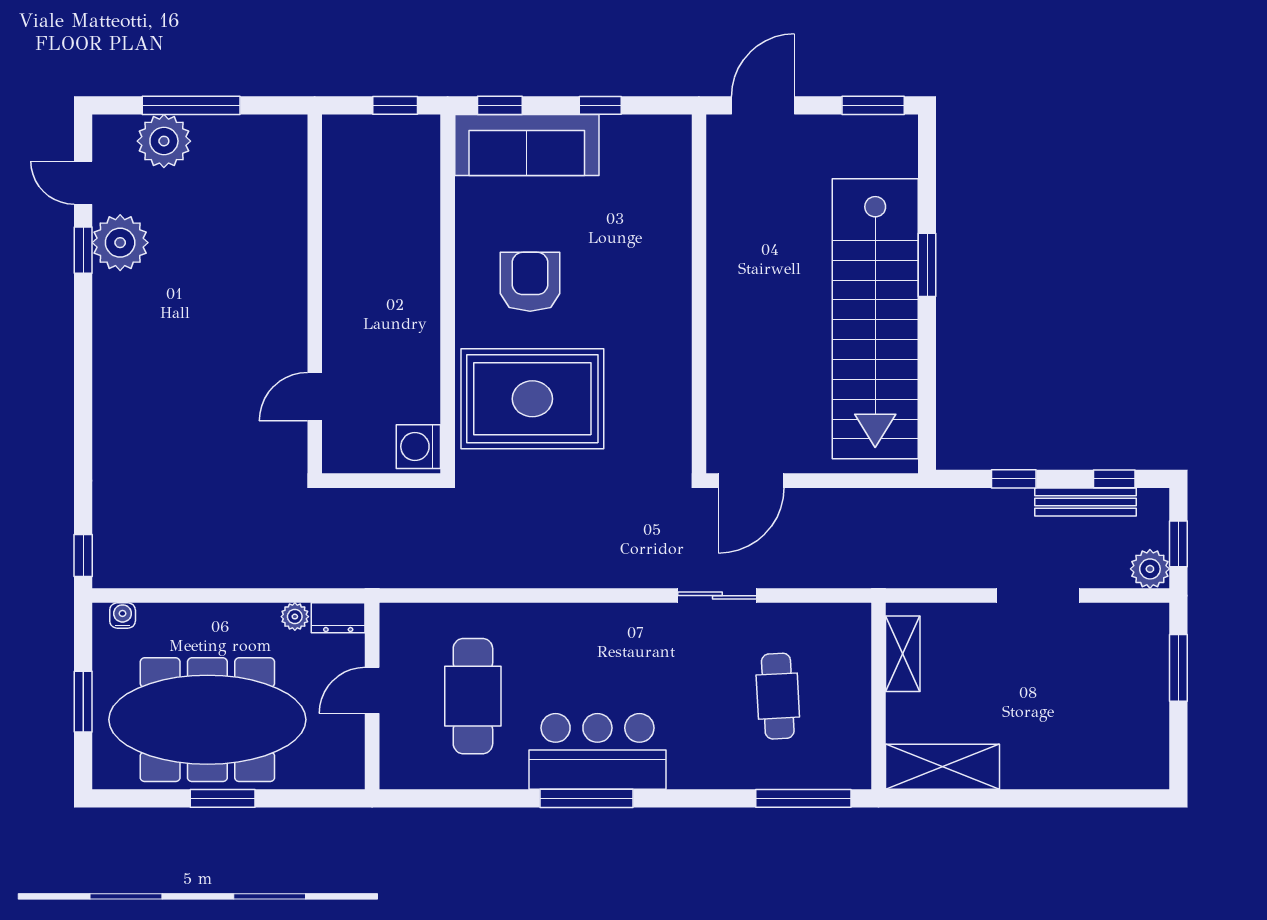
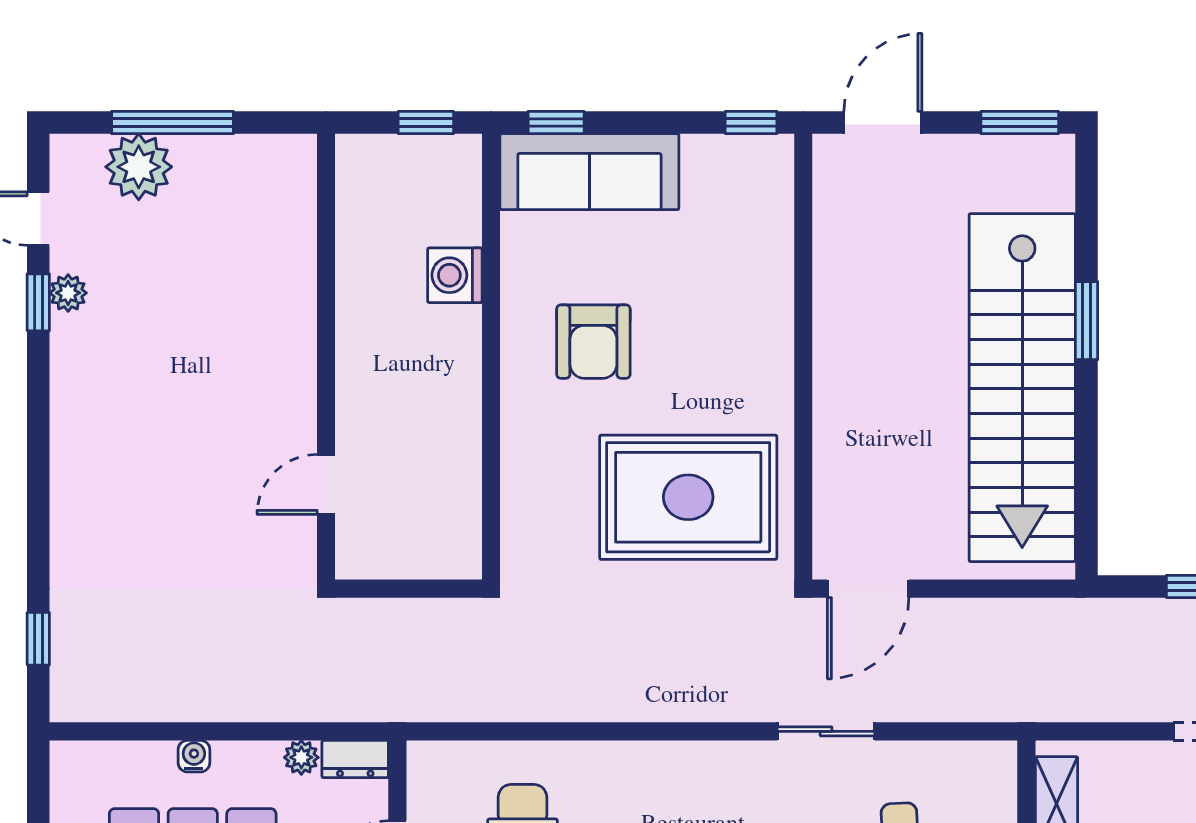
window: (600, 105) -> (751, 123), moved
plant: (120, 243) -> (68, 293), width x0.53, depth x0.53
armchair: (530, 282) -> (593, 342), turned 180
rug: (532, 399) -> (688, 497), moved
washing machine: (418, 447) -> (455, 275), moved
window: (83, 556) -> (38, 639), moved
water cooler: (123, 616) -> (194, 756), moved

